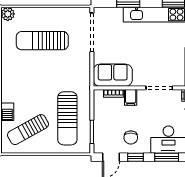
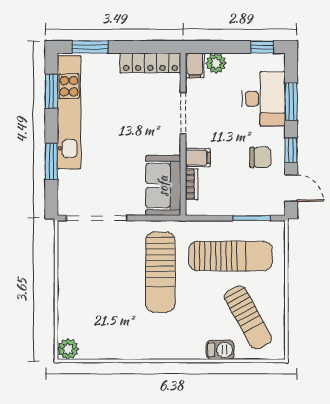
sun lounger: (42, 41) -> (160, 272), moved

